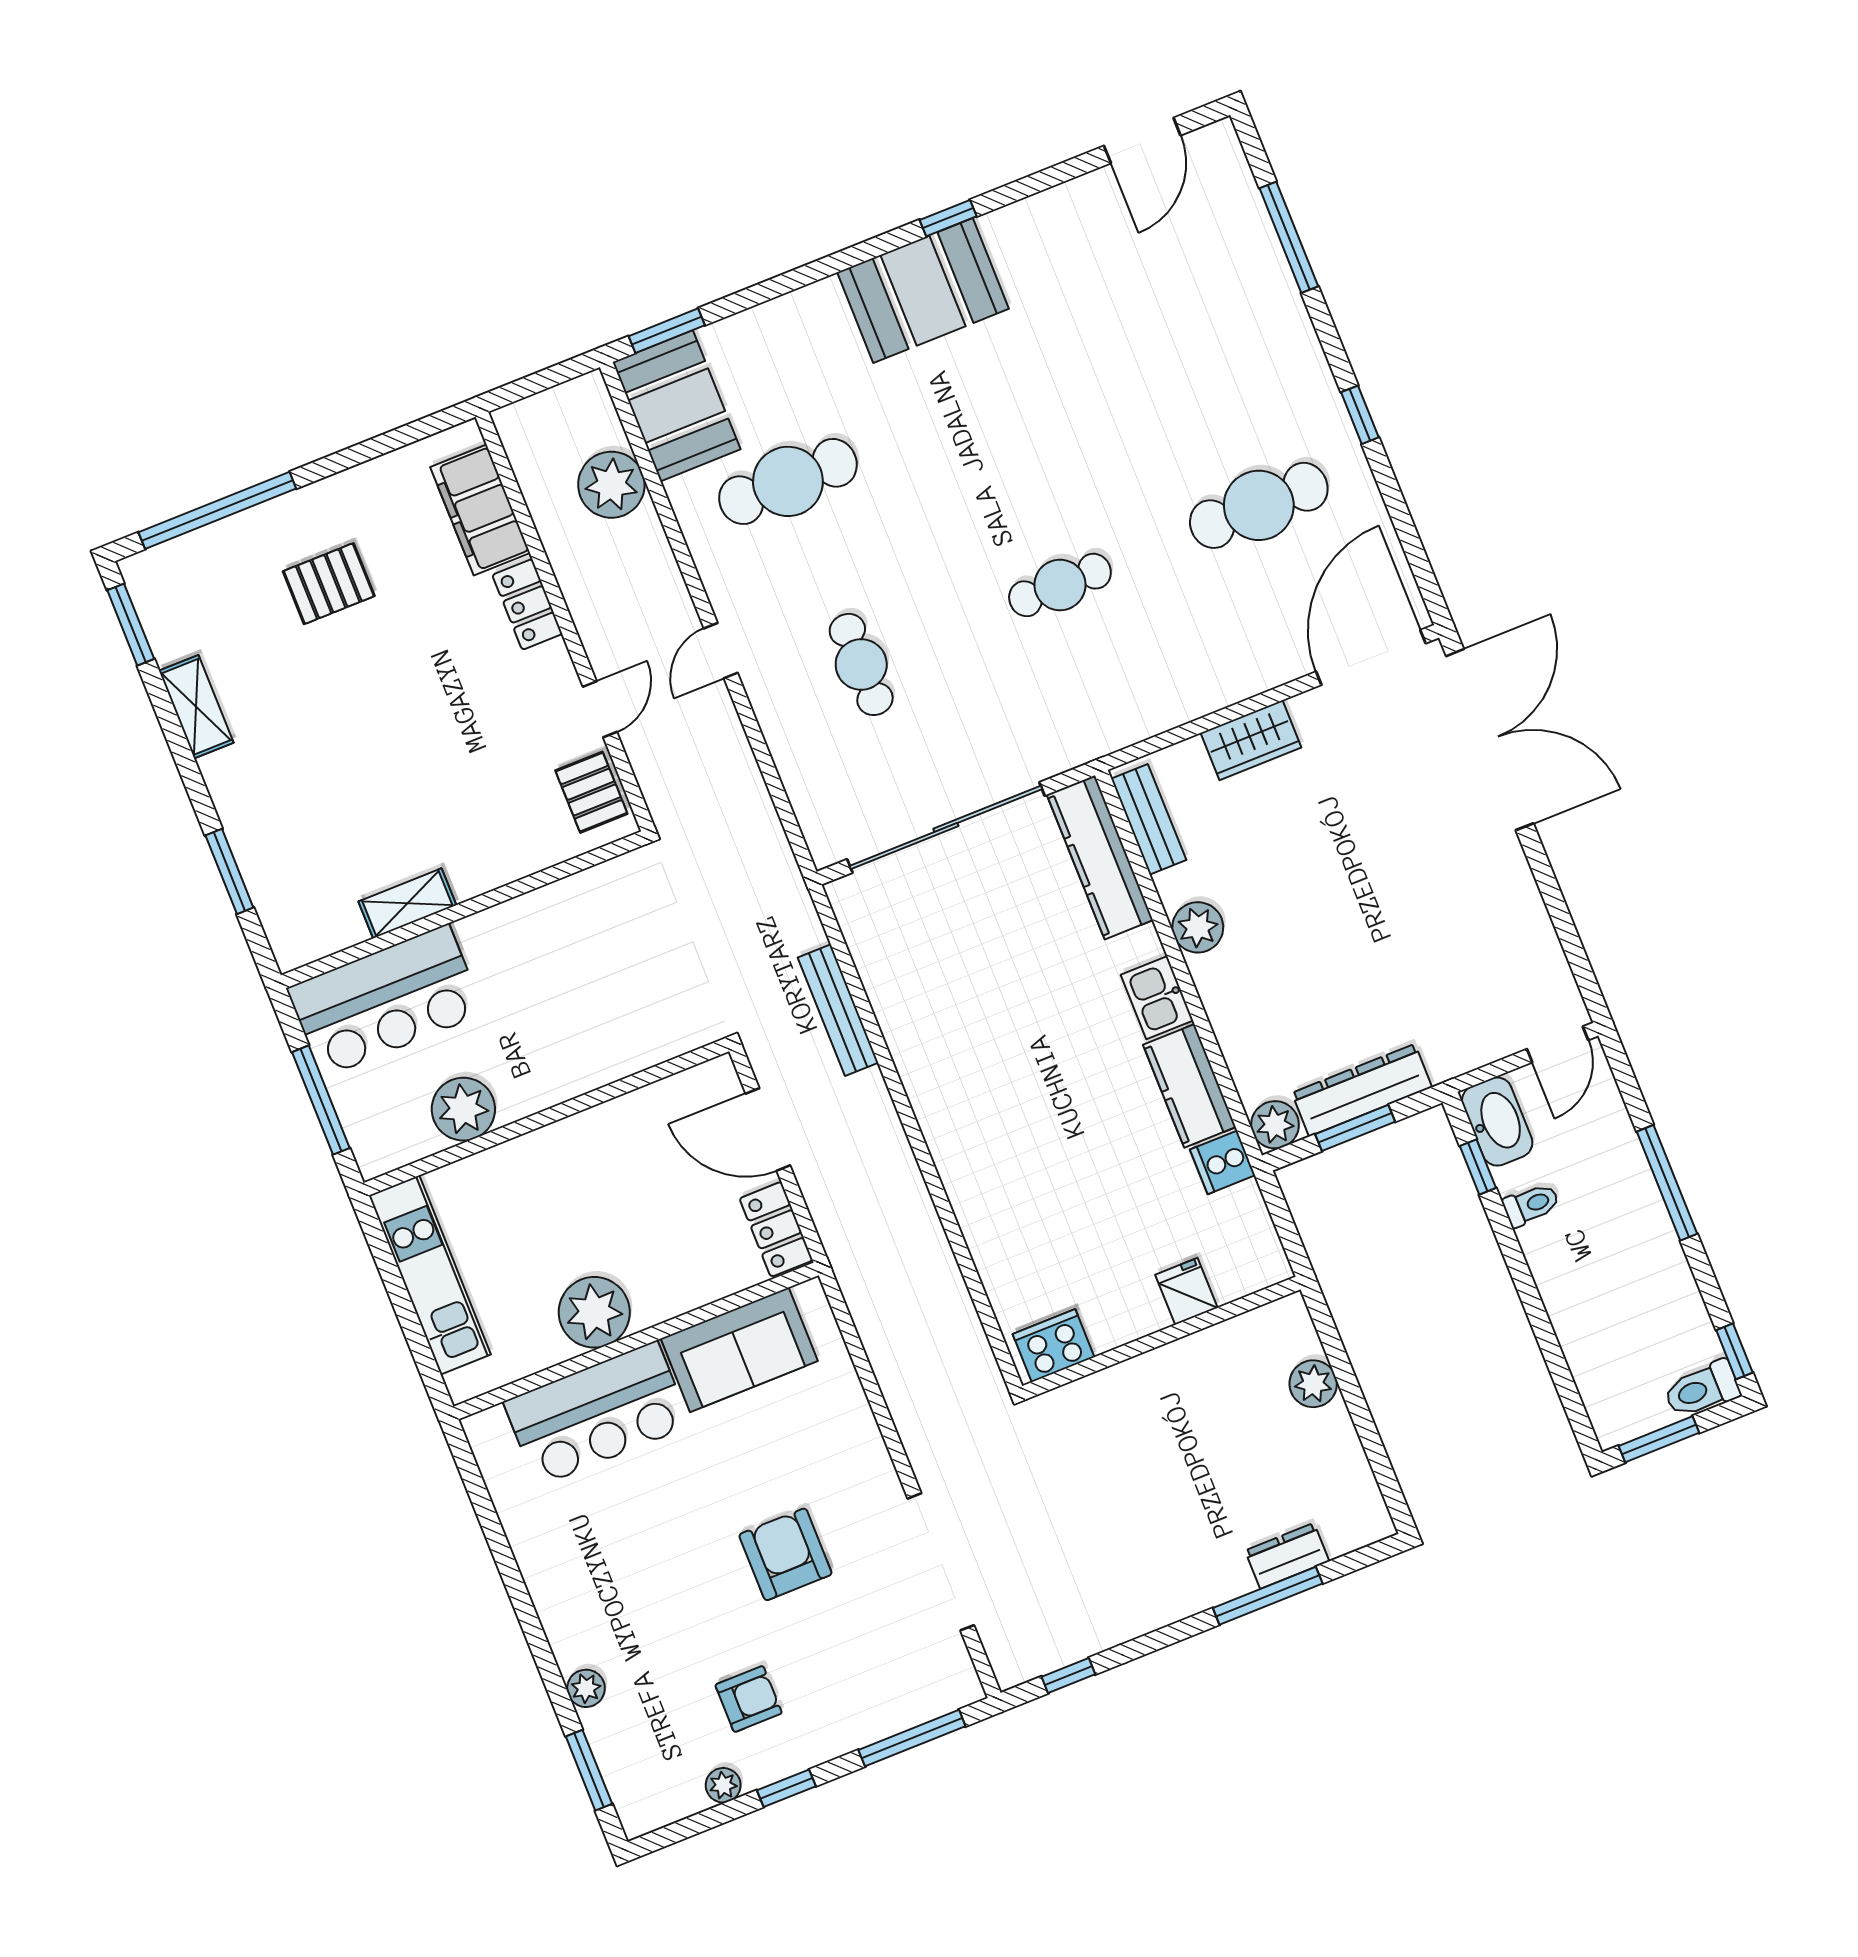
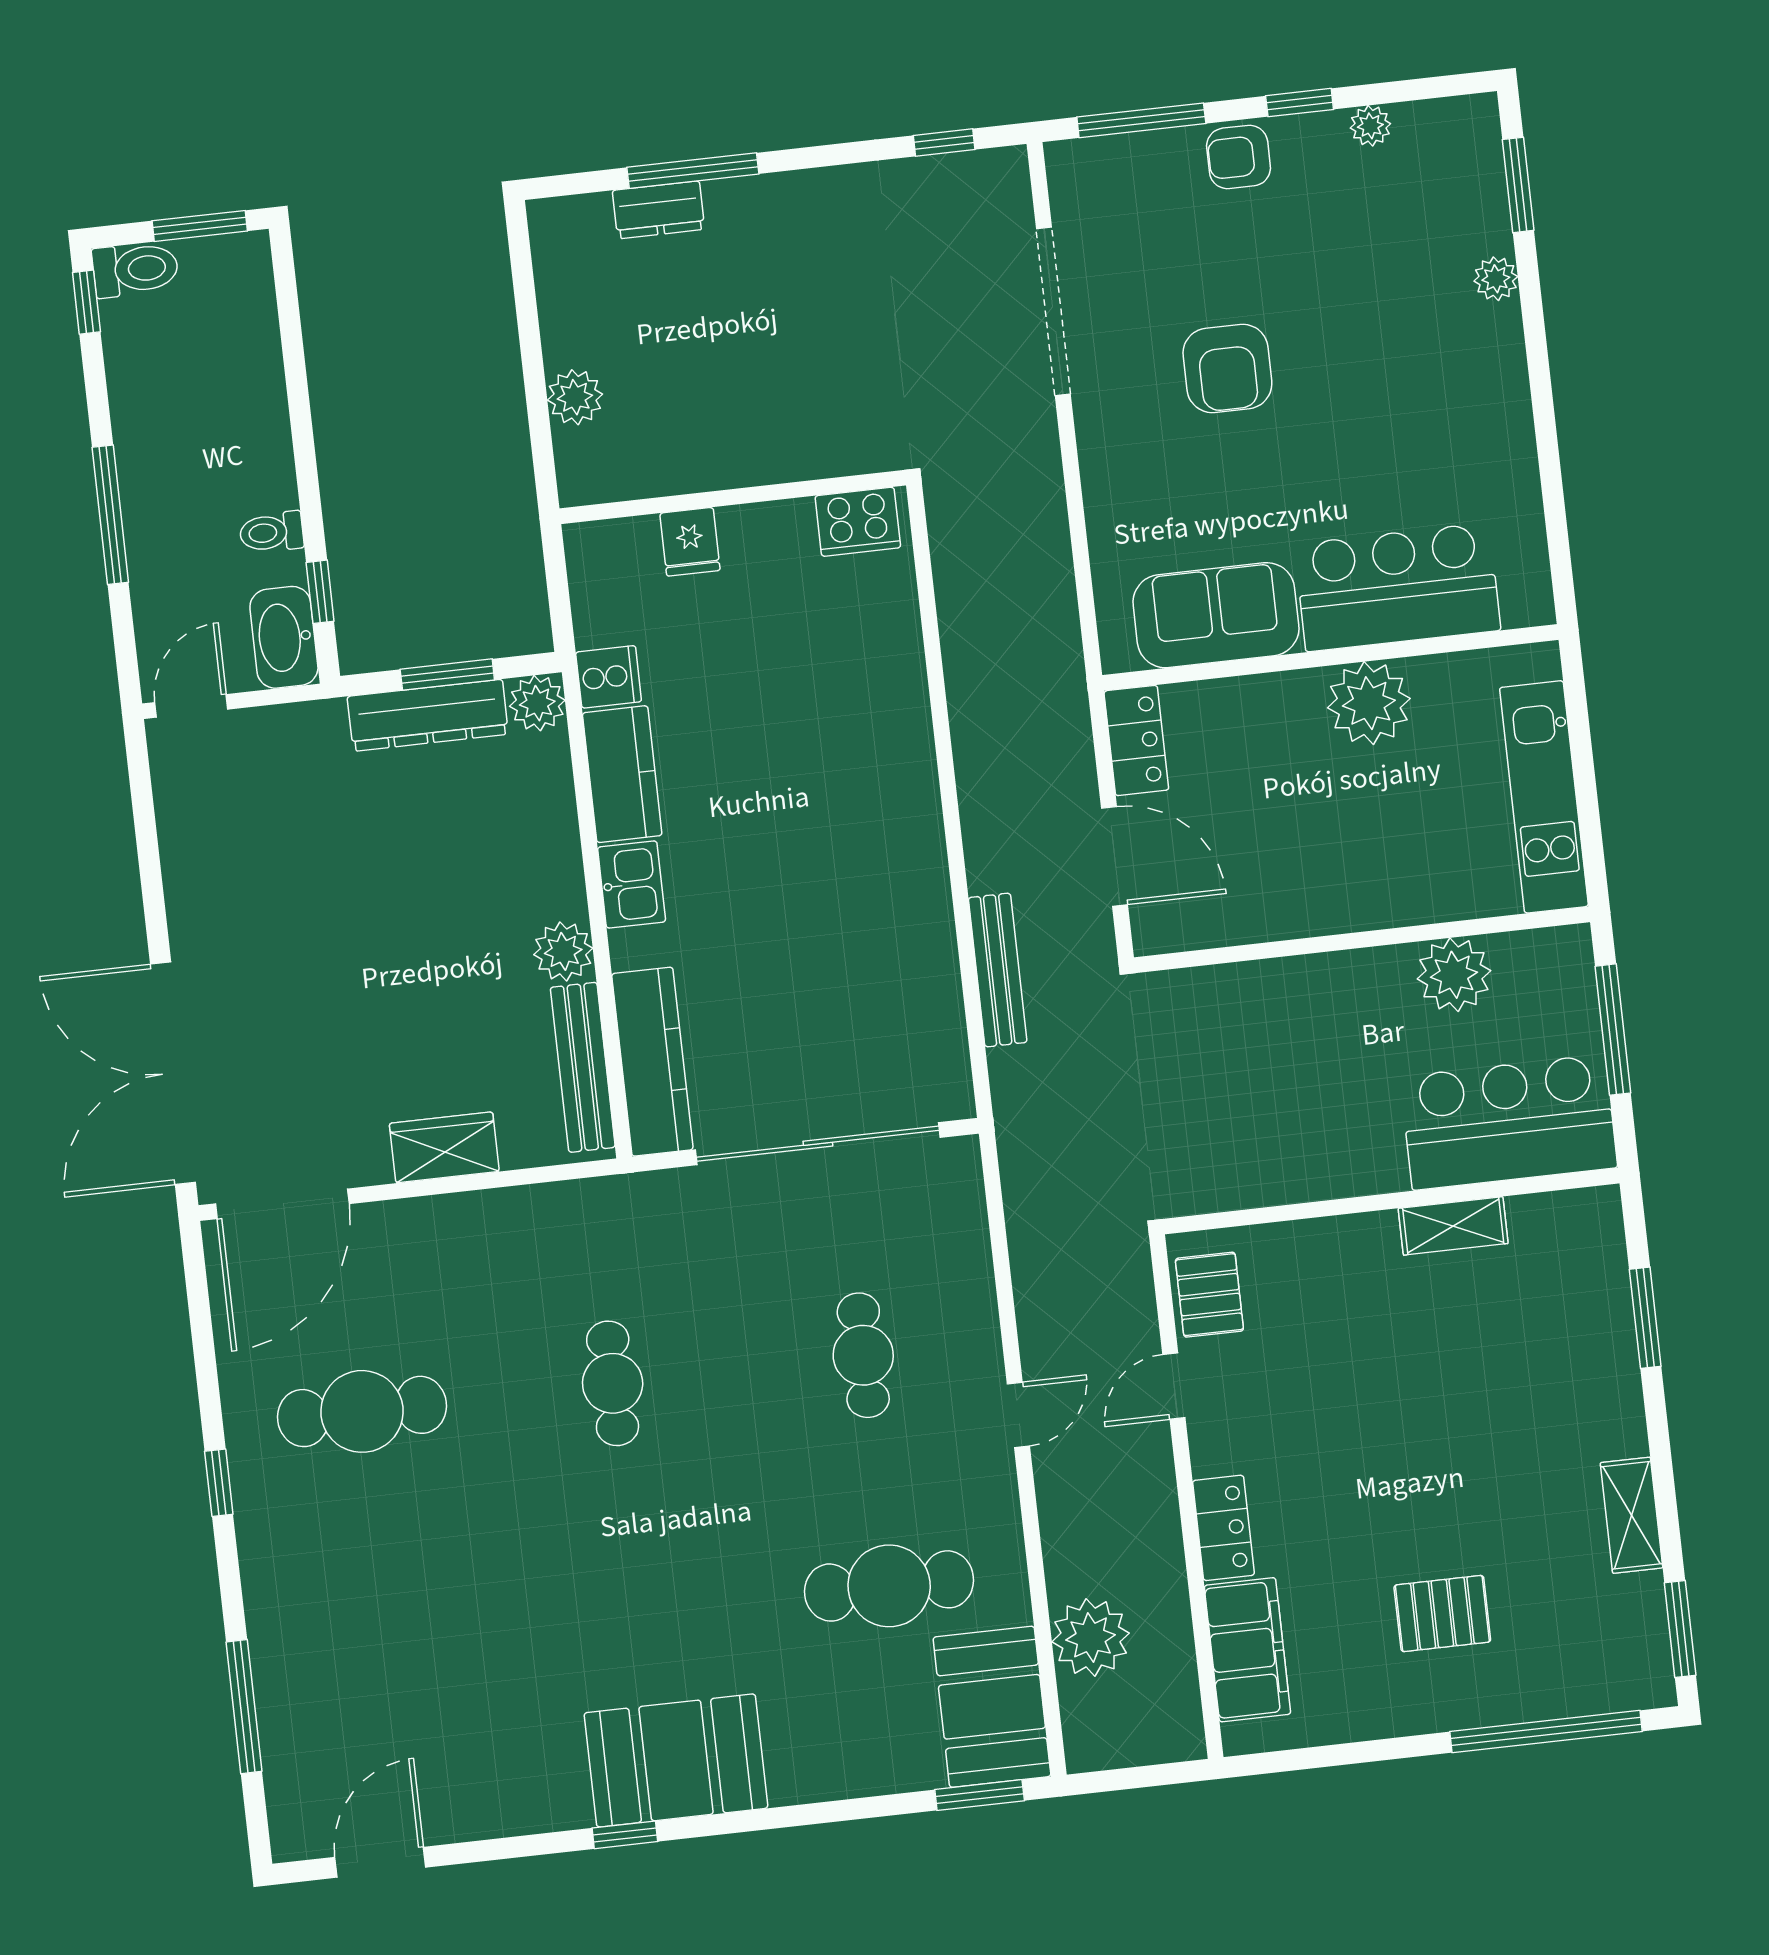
cafe table: (1060, 585) -> (613, 1383), turned 90
bench: (1149, 819) -> (583, 1067), width x1.36
armchair: (749, 1699) -> (1239, 157), moved

